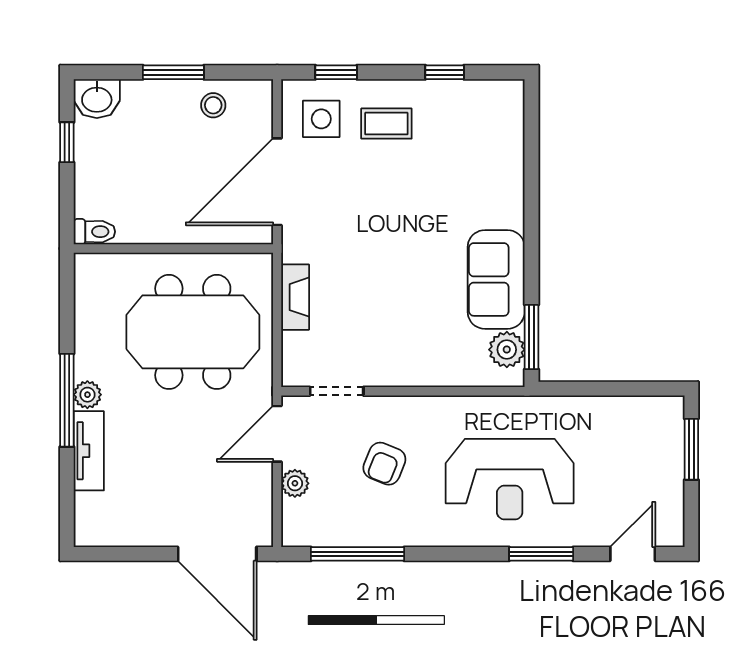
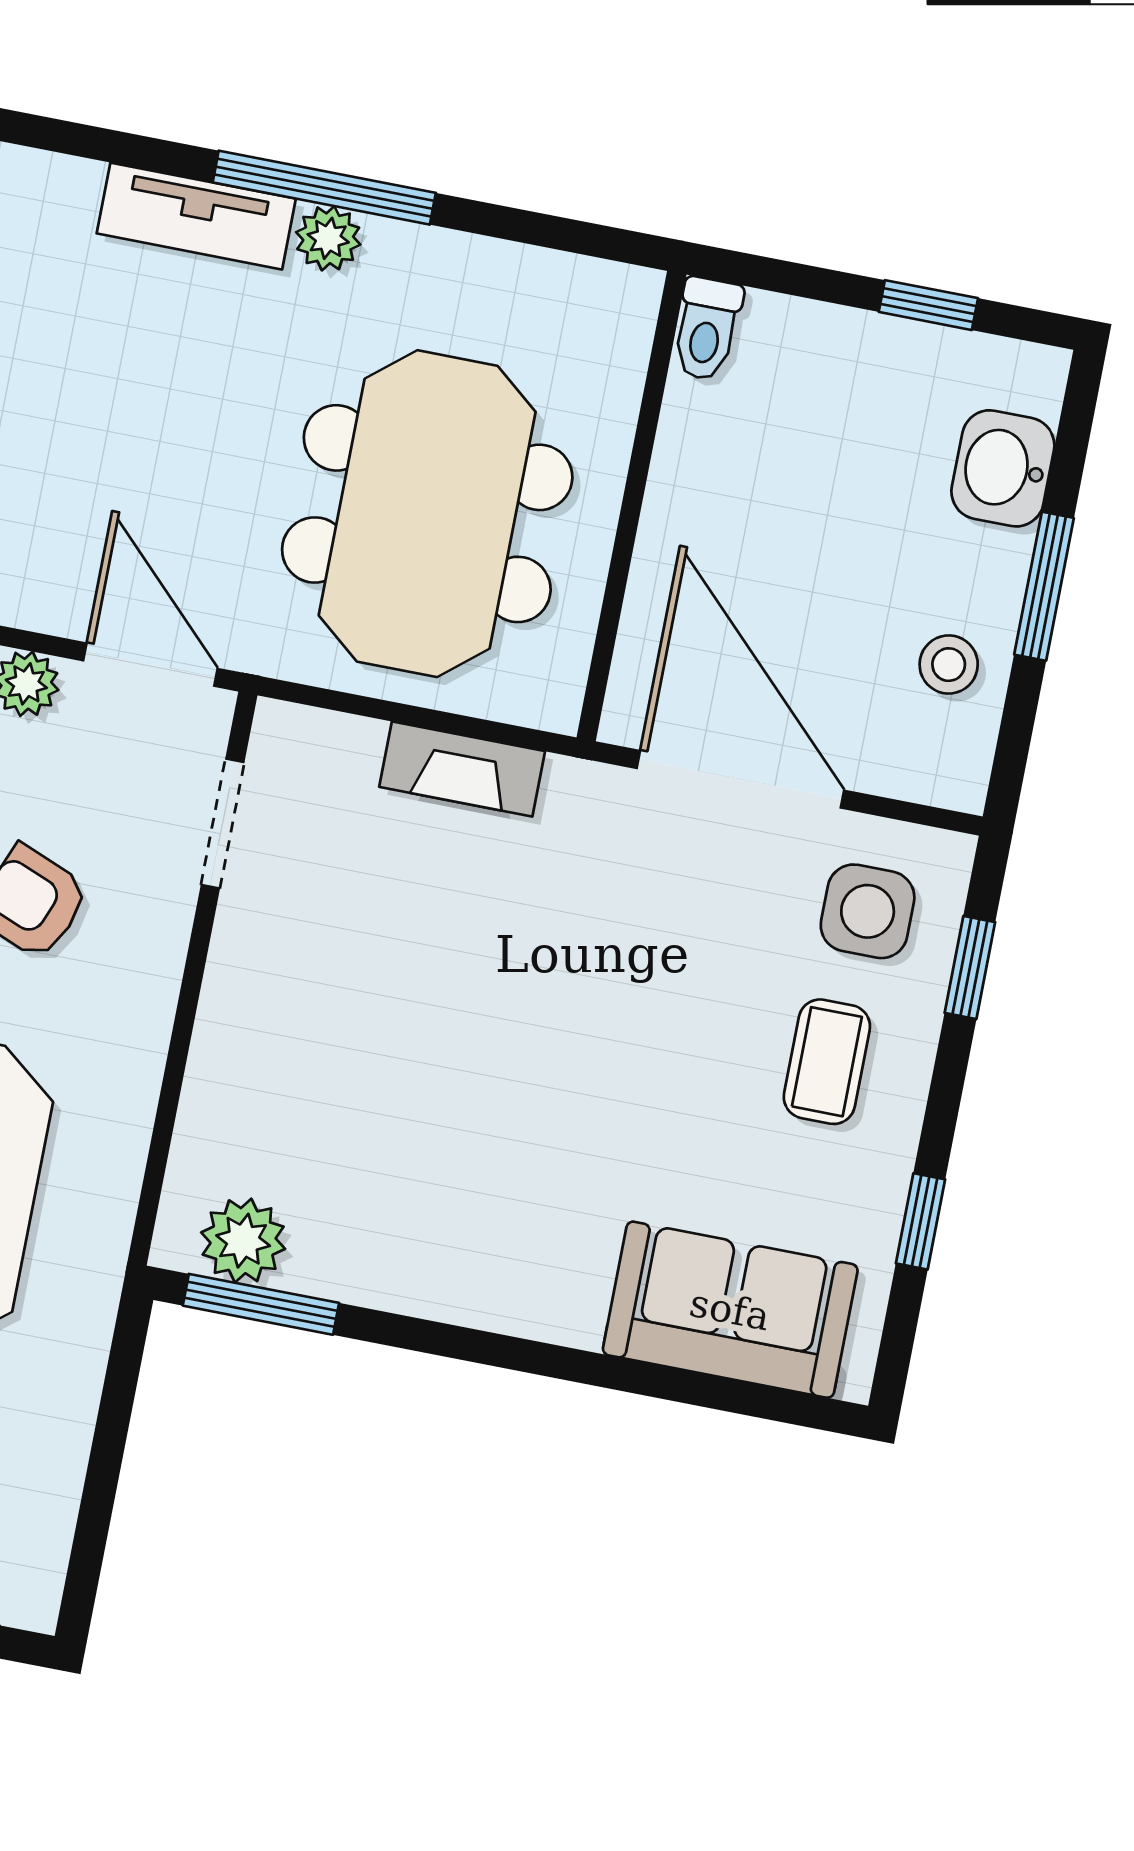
washbasin: (97, 99) -> (1003, 468), moved
sofa: (496, 279) -> (730, 1310), moved

